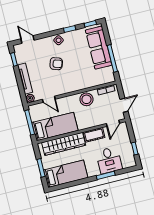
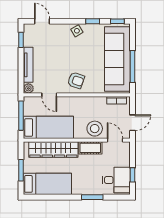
sofa: (99, 48) -> (117, 59), width x1.36, depth x1.27
armchair: (56, 64) -> (76, 80), moved
stool: (86, 99) -> (95, 129), moved
door: (113, 123) -> (115, 140), swing flipped
desk: (109, 160) -> (116, 180), moved, turned -90

